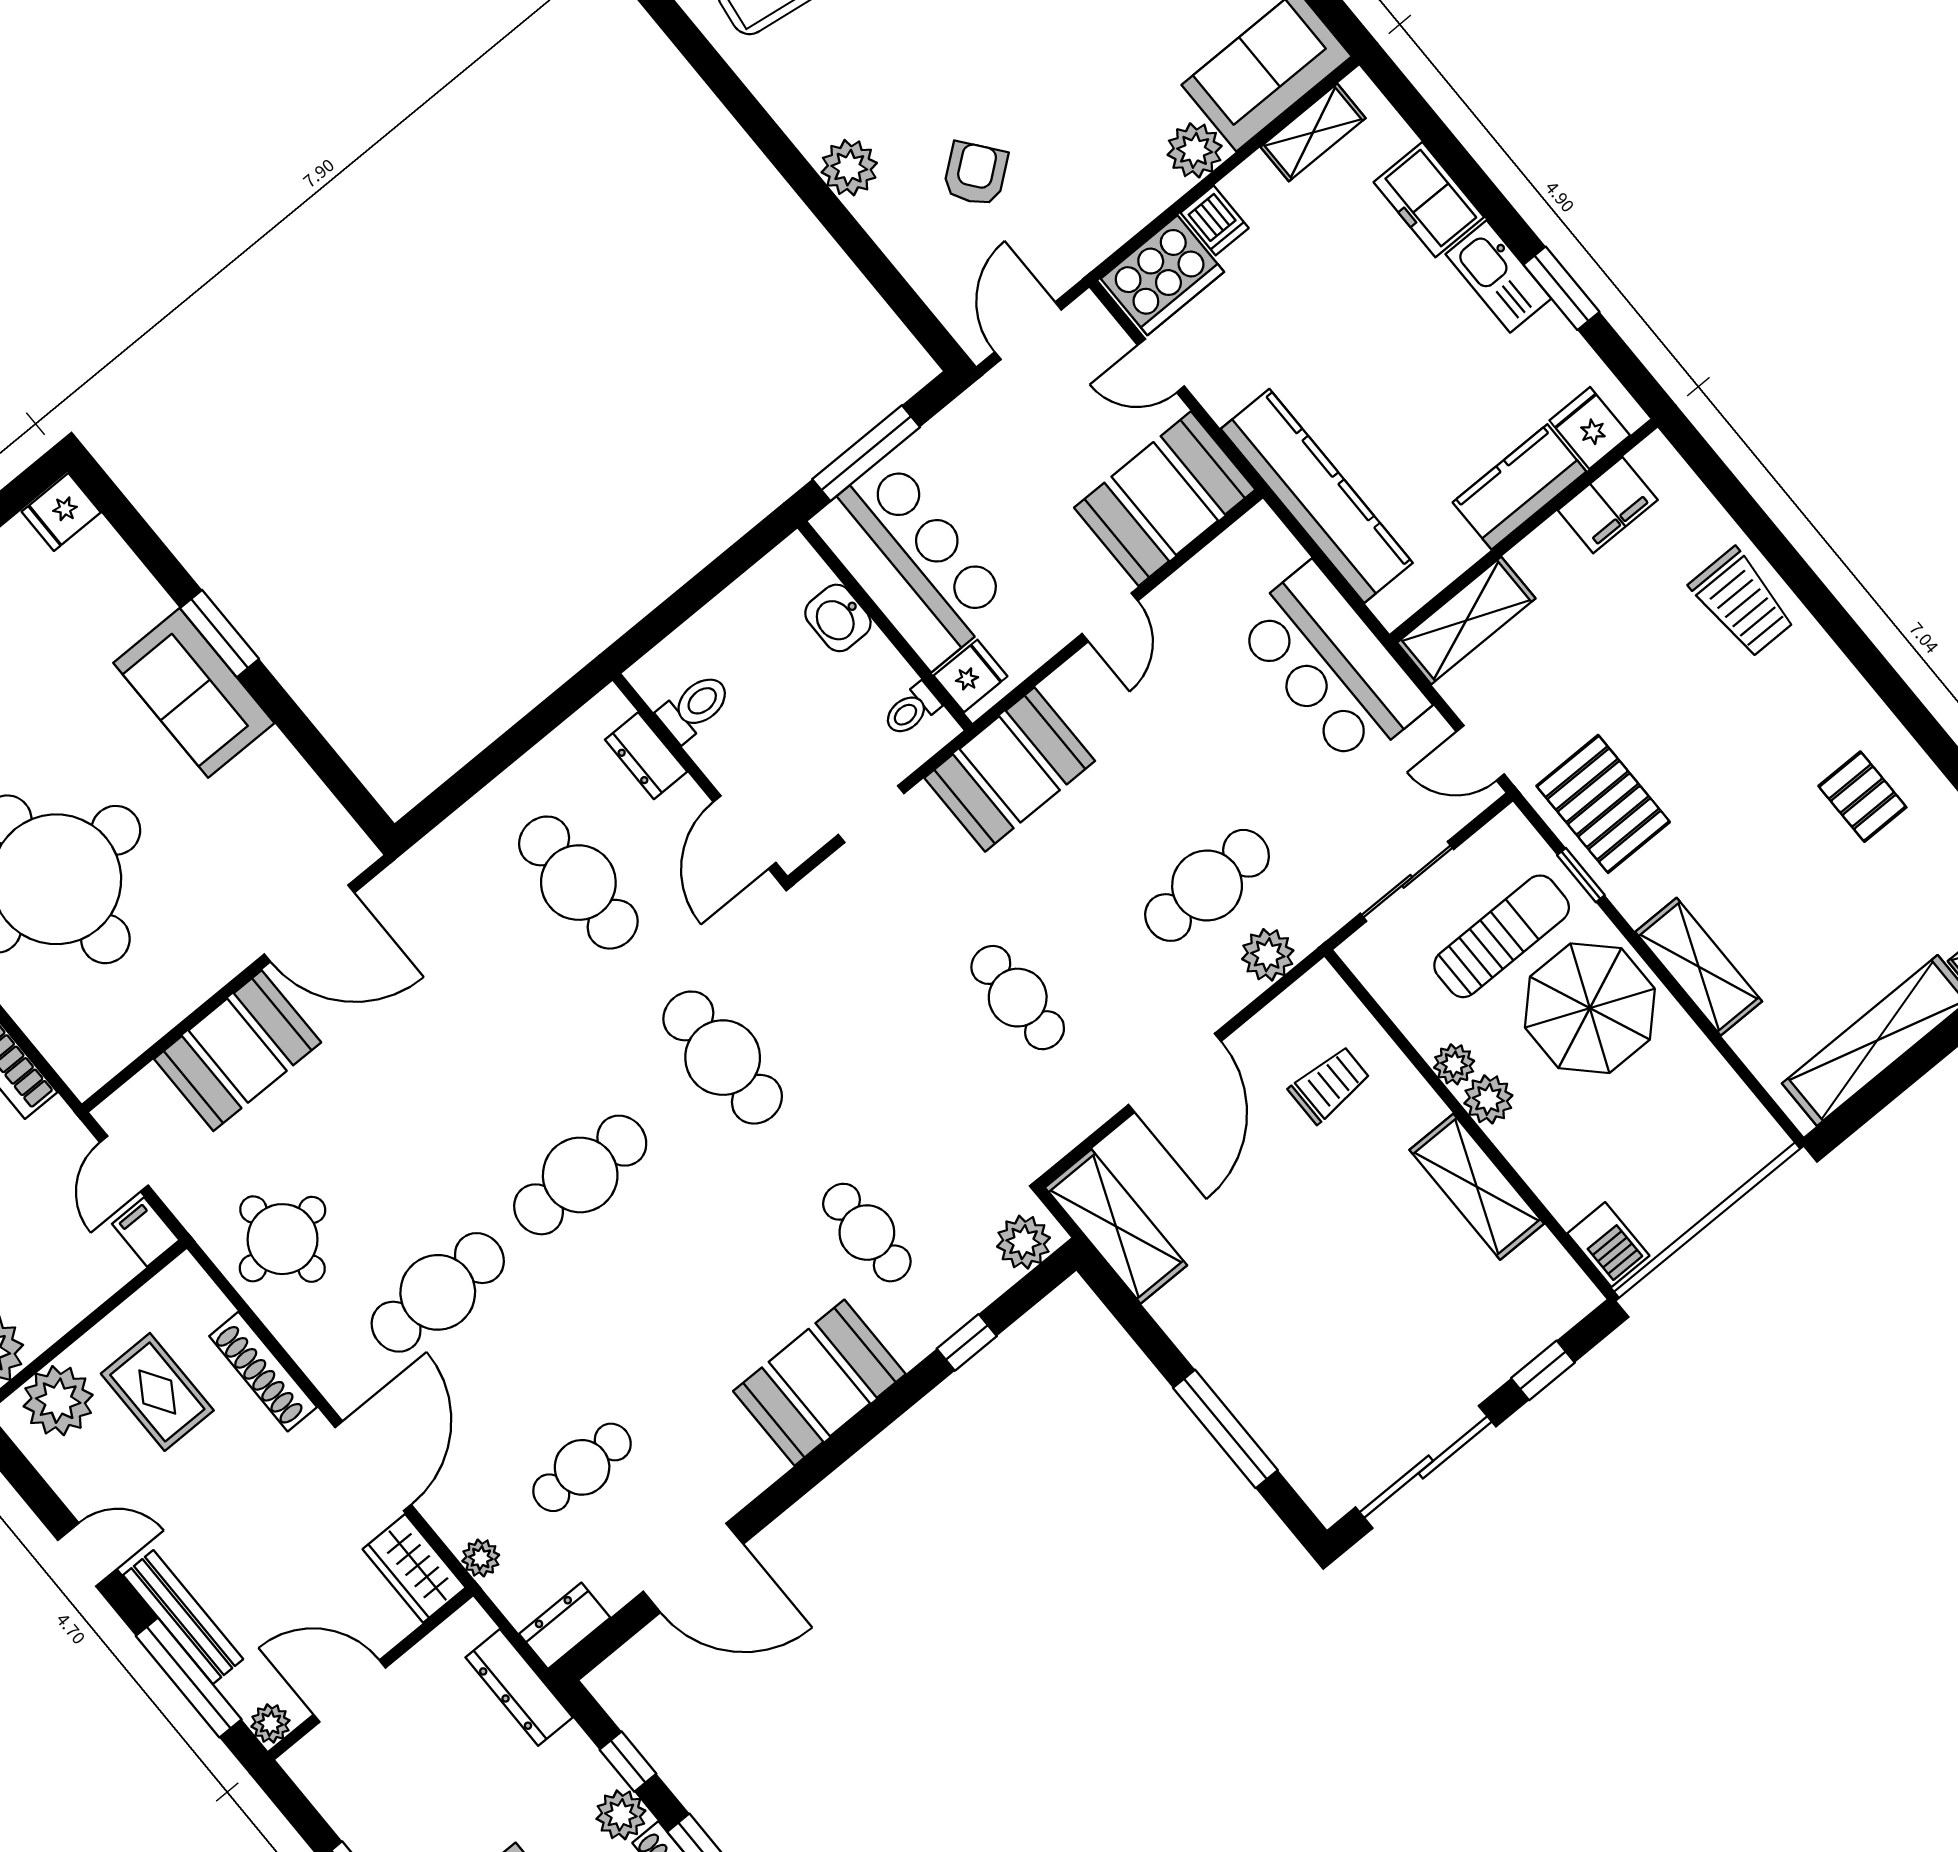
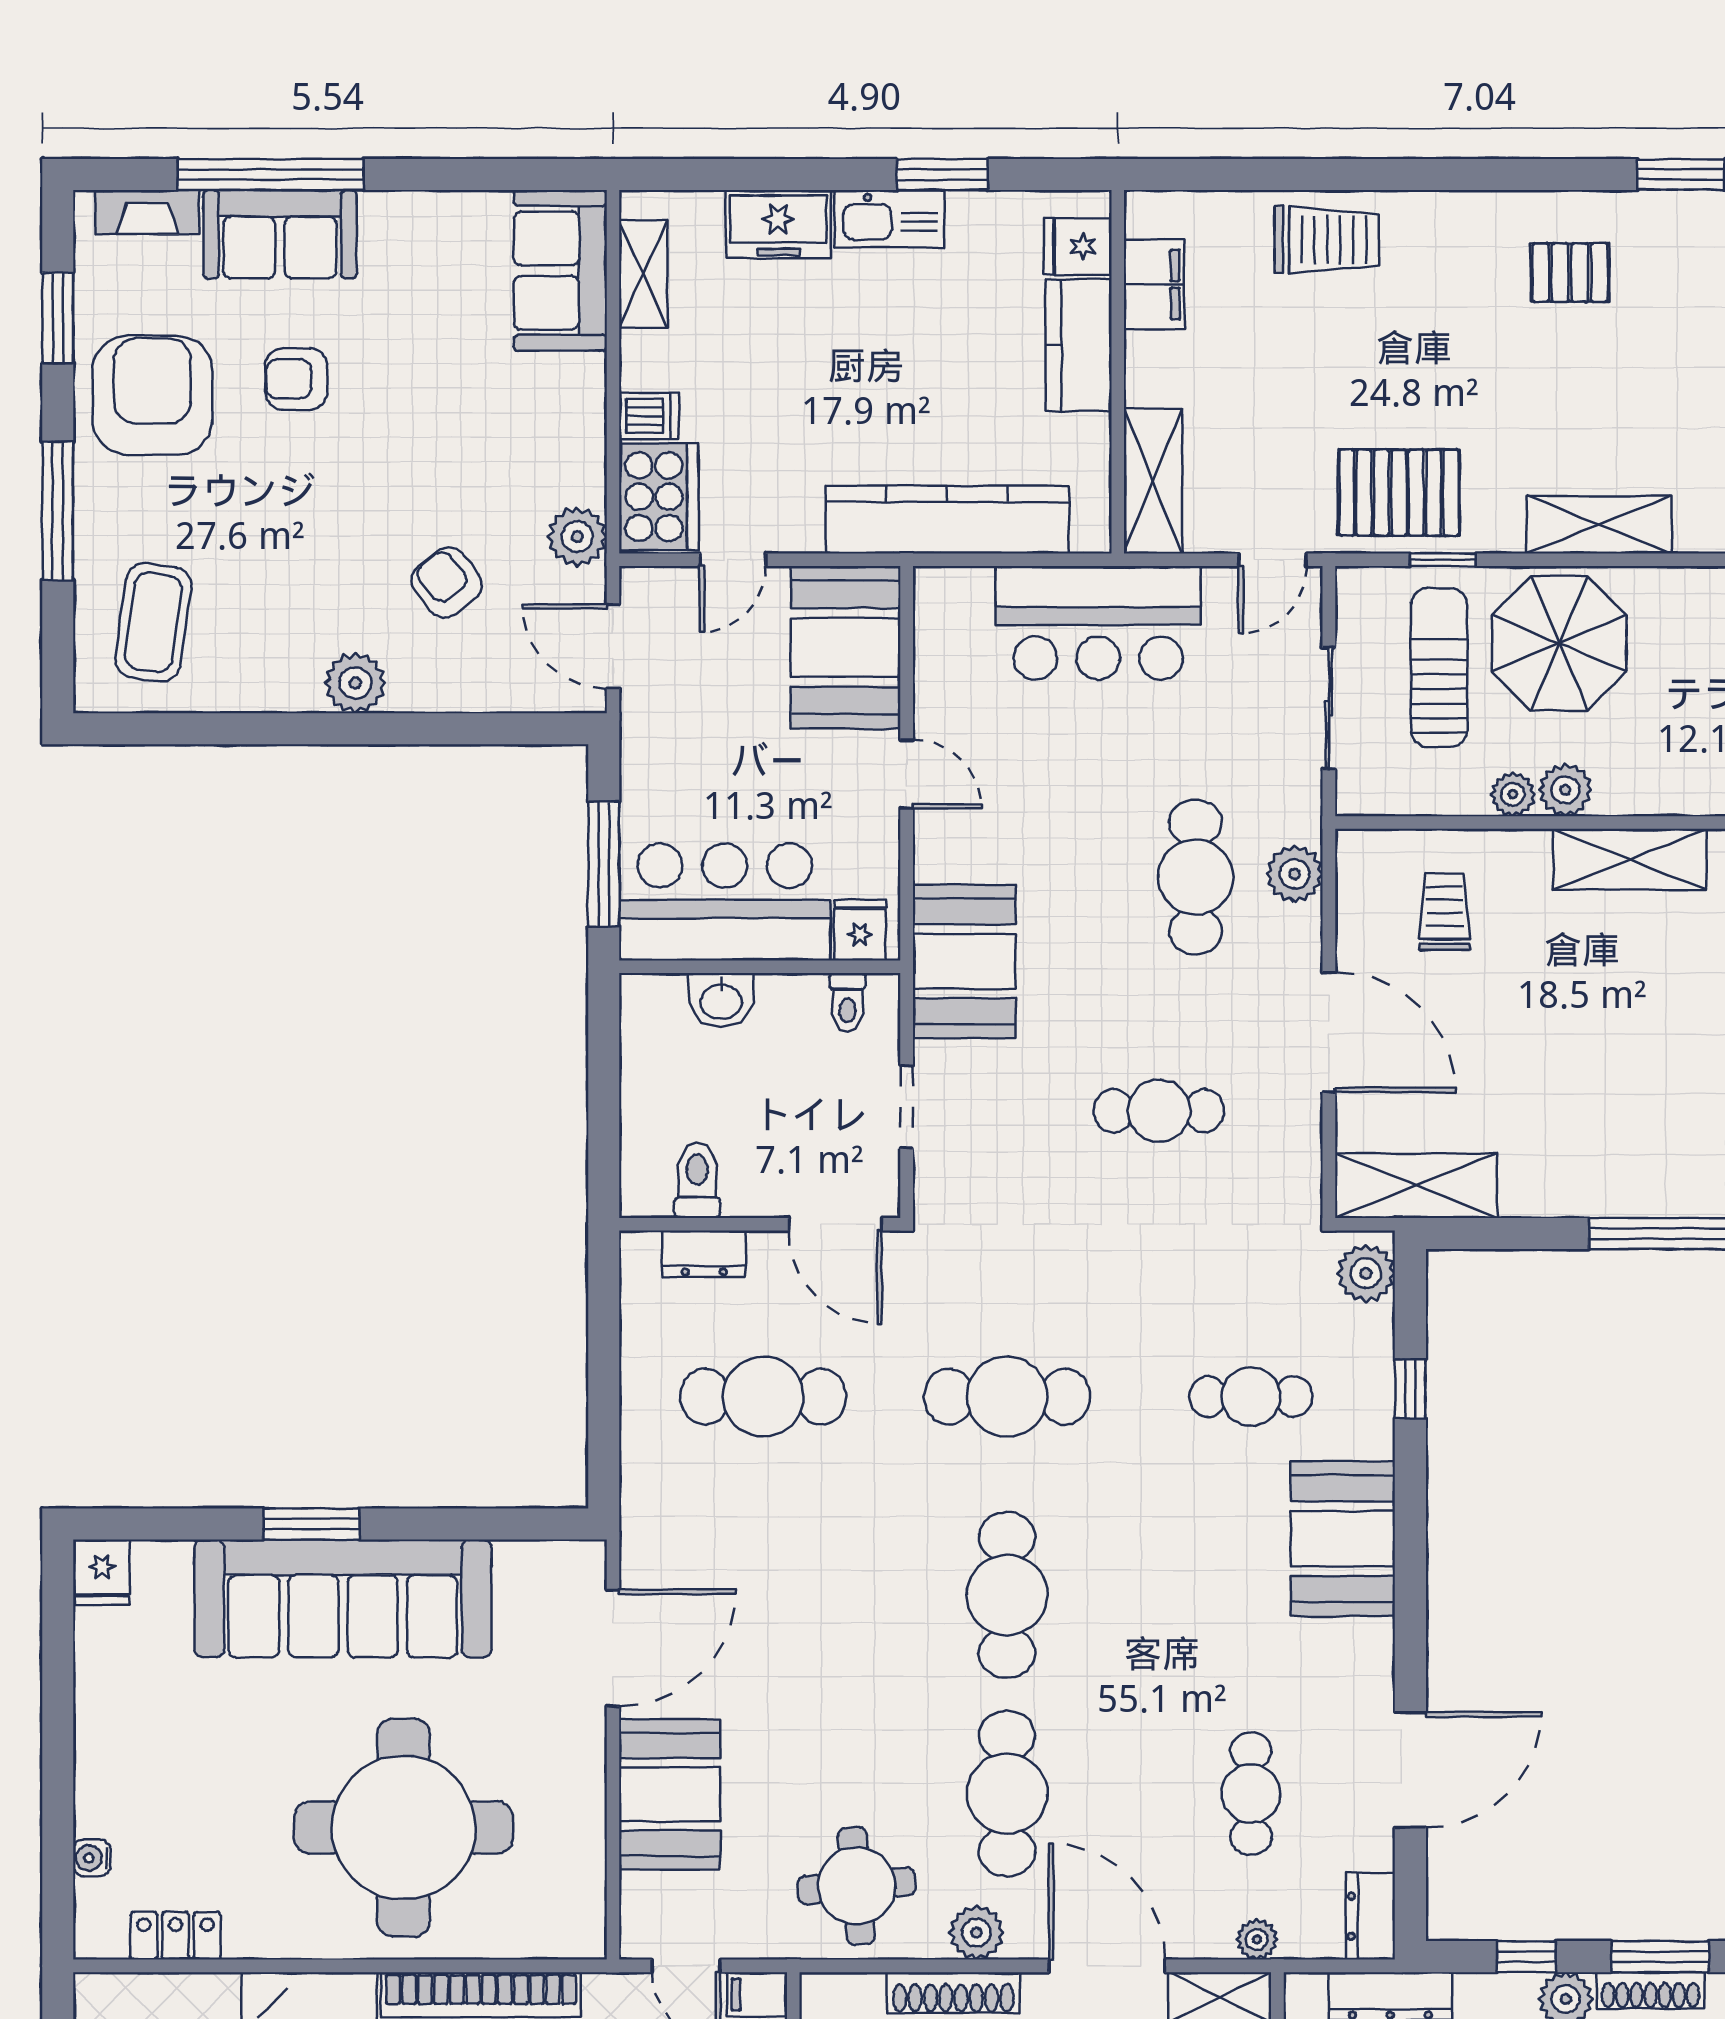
plant: (1195, 150) -> (577, 537), moved
sofa: (194, 693) -> (343, 1598), width x1.85, depth x1.27
plant: (320, 1353) -> (976, 1933), added

